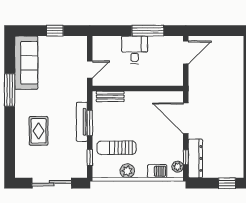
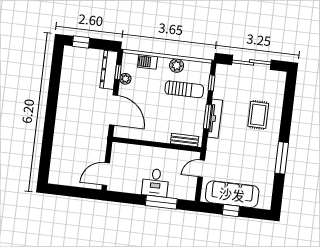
window: (148, 31) -> (161, 202), moved
sofa: (26, 63) -> (232, 194), moved, turned 90
plant: (178, 167) -> (125, 79), moved

